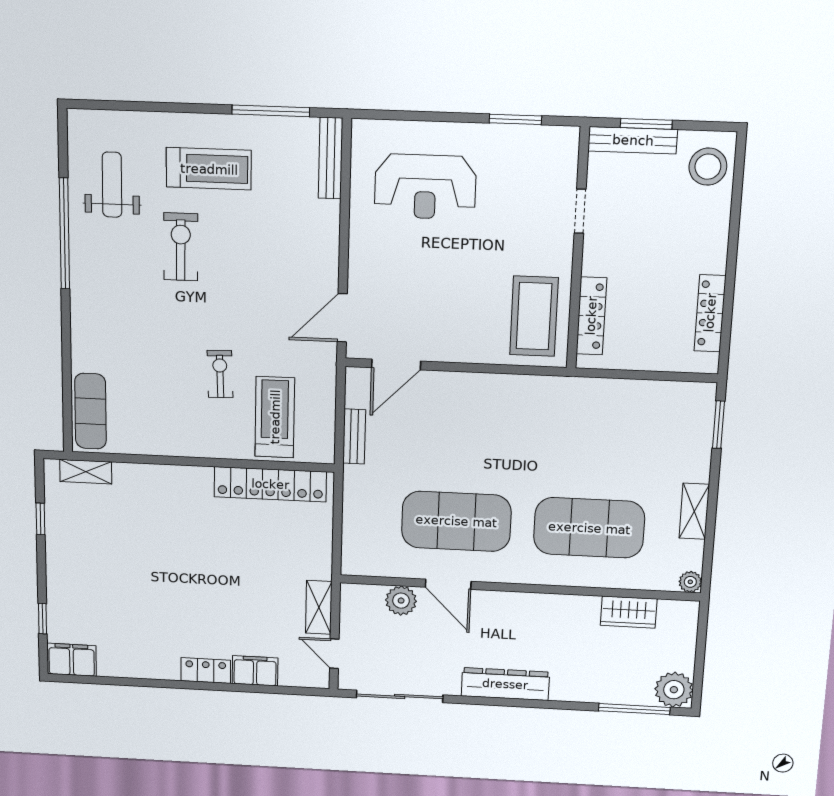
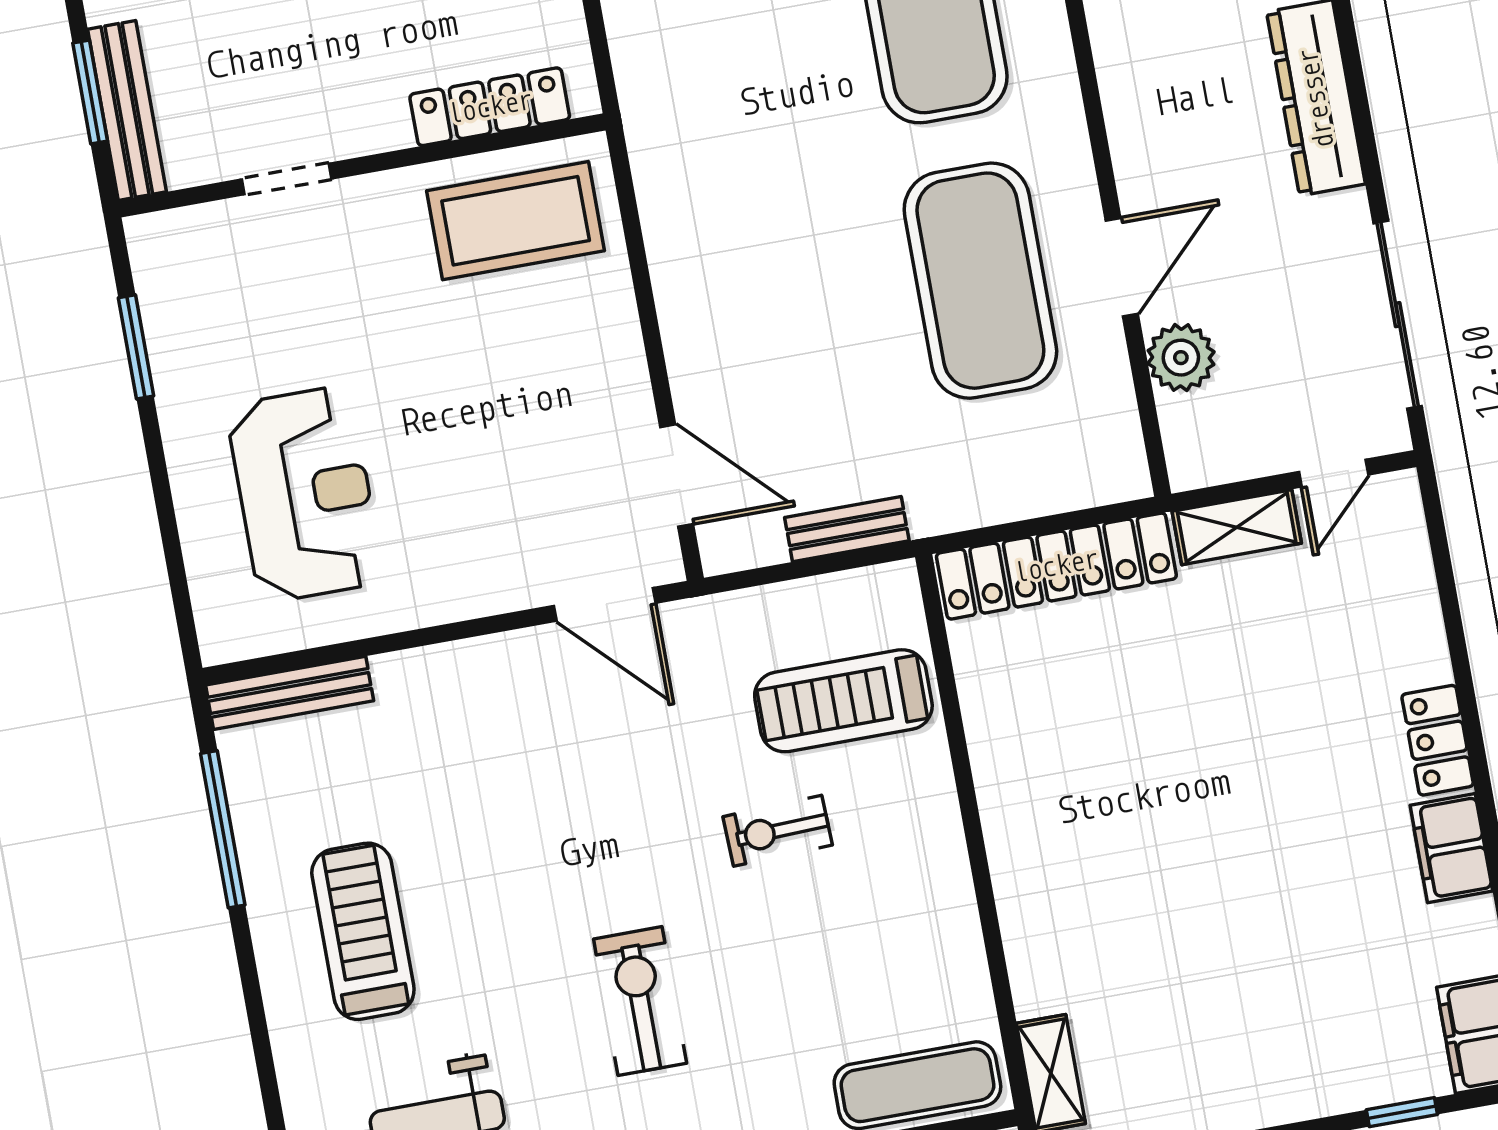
exercise bike: (181, 247) -> (640, 1001), moved, turned 90
locker: (270, 484) -> (1056, 566), moved, turned 90
filing cabinet: (255, 671) -> (1451, 848), moved

